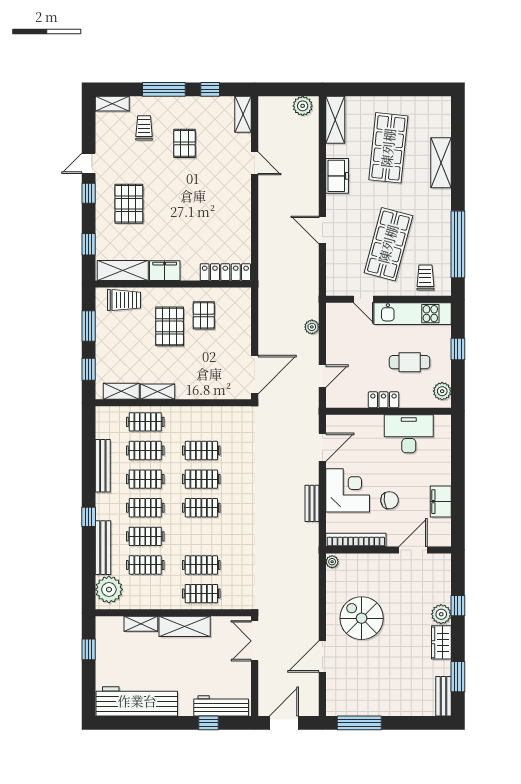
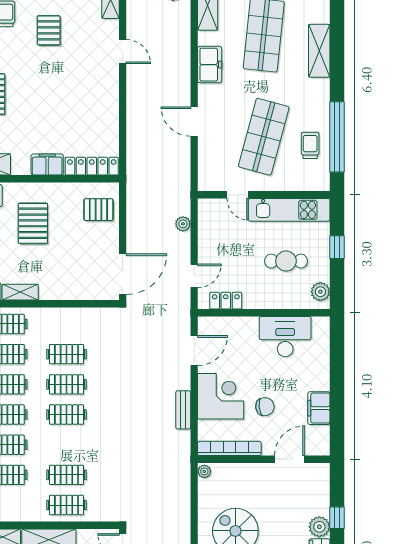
filing cabinet: (165, 271) -> (47, 165), moved
trolley: (425, 277) -> (310, 145), moved
pallet: (204, 315) -> (98, 210), moved, turned 90
locker: (383, 400) -> (226, 301), moved

